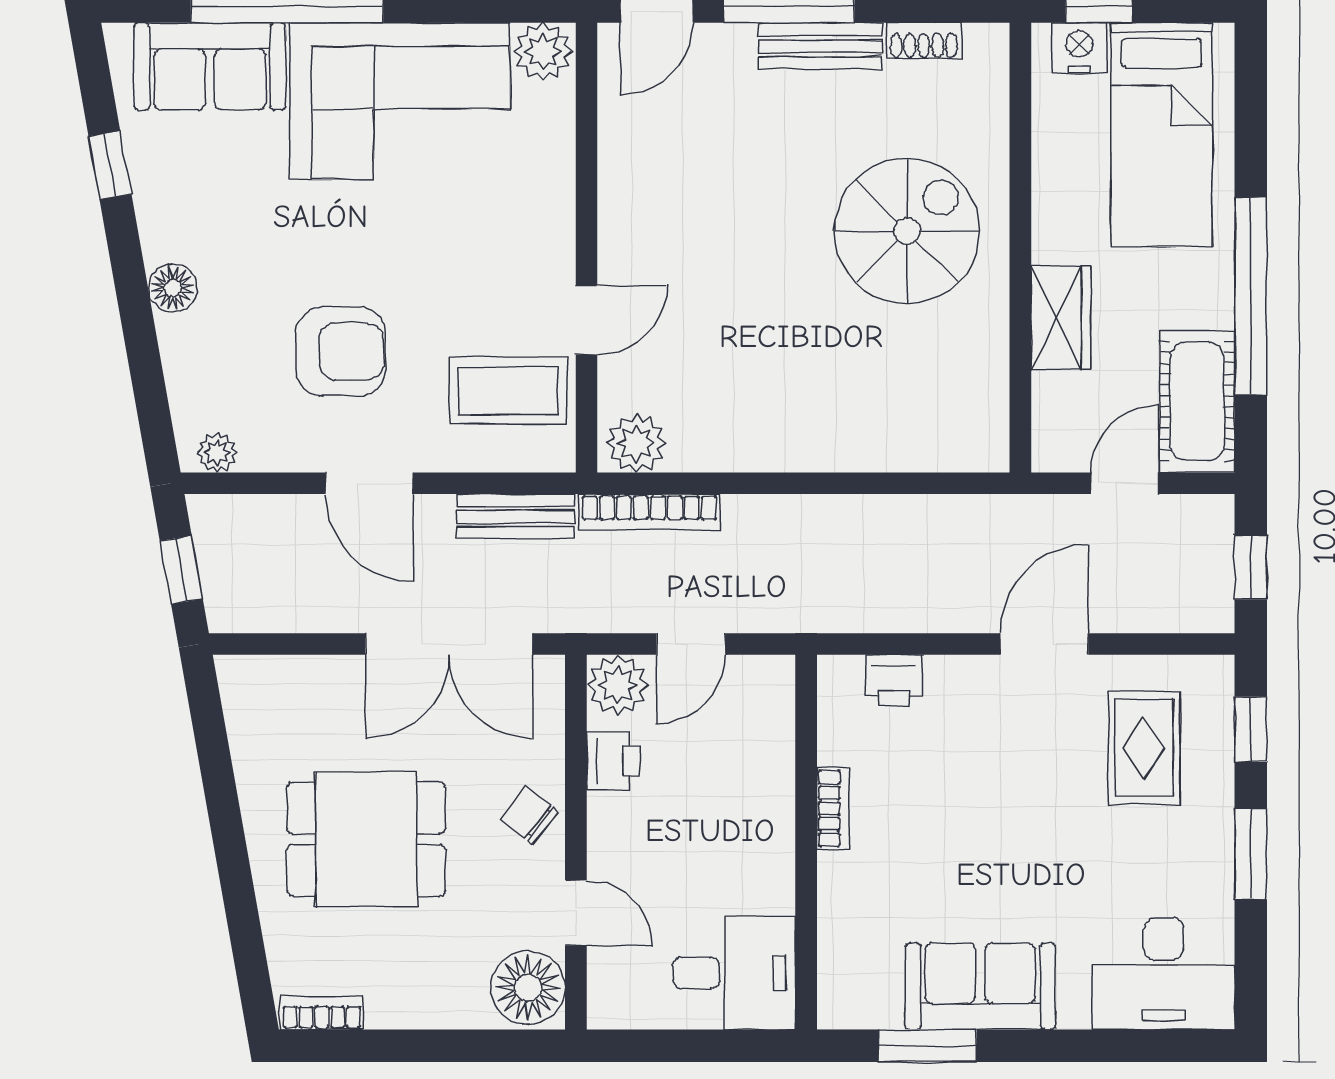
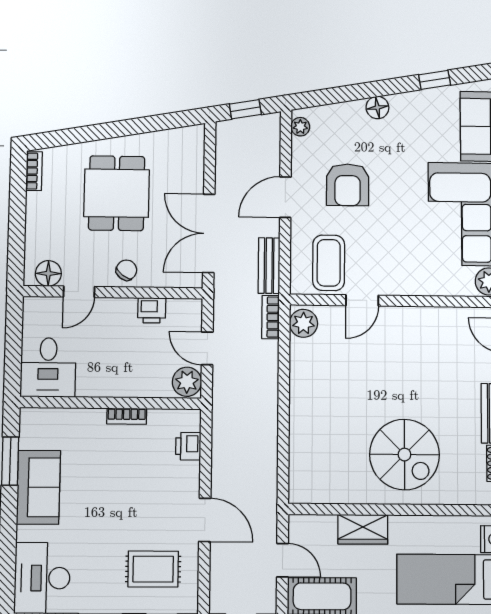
door: (587, 320) -> (362, 300), hinge flipped
bookcase: (649, 512) -> (271, 317), width x0.64
plant: (618, 685) -> (187, 382), moved
floor lamp: (528, 988) -> (48, 273), width x0.73, depth x0.73

